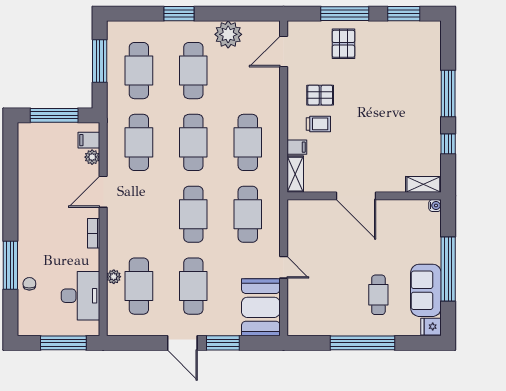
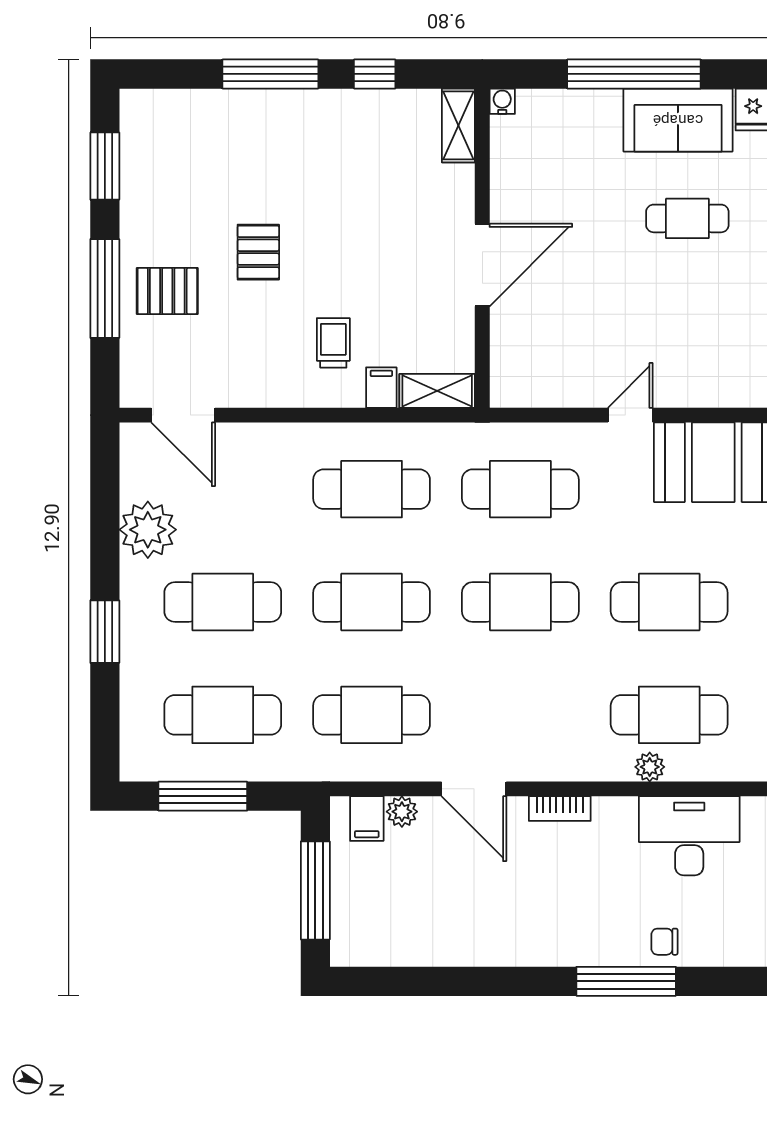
pallet: (320, 95) -> (258, 252), moved

